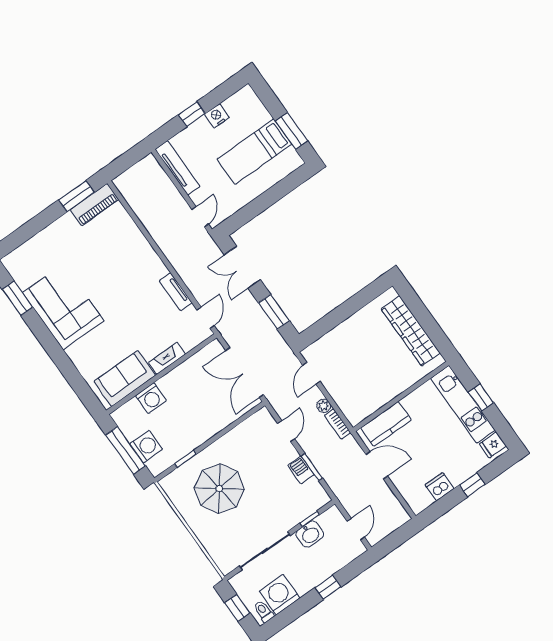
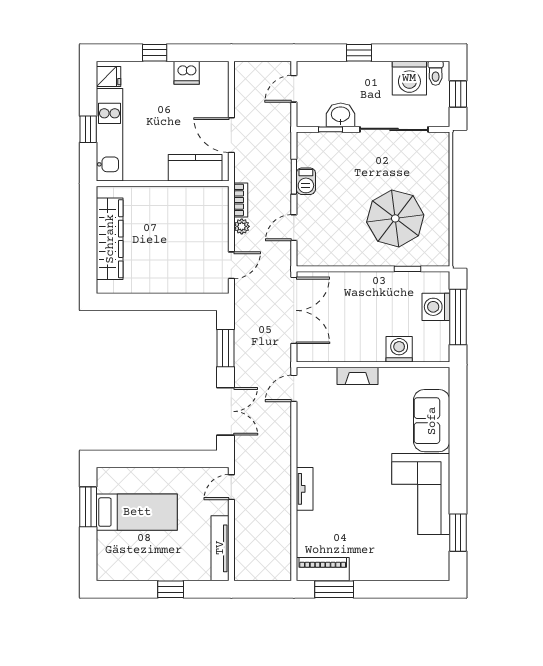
nightstand: (217, 116) -> (148, 571), removed
tv unit: (176, 292) -> (305, 489), moved
sofa: (125, 378) -> (432, 421), moved, turned 90

